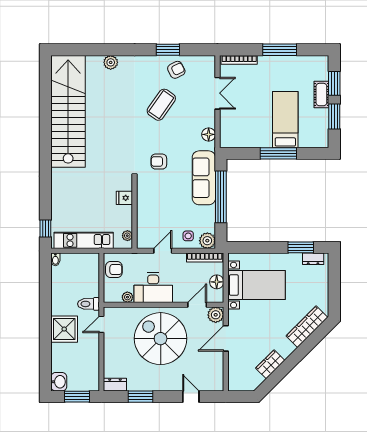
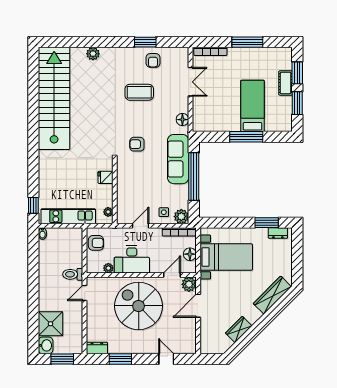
armchair: (176, 70) -> (153, 60), turned 117
coffee table: (161, 105) -> (139, 92), turned 55
shower: (64, 329) -> (51, 324), moved

